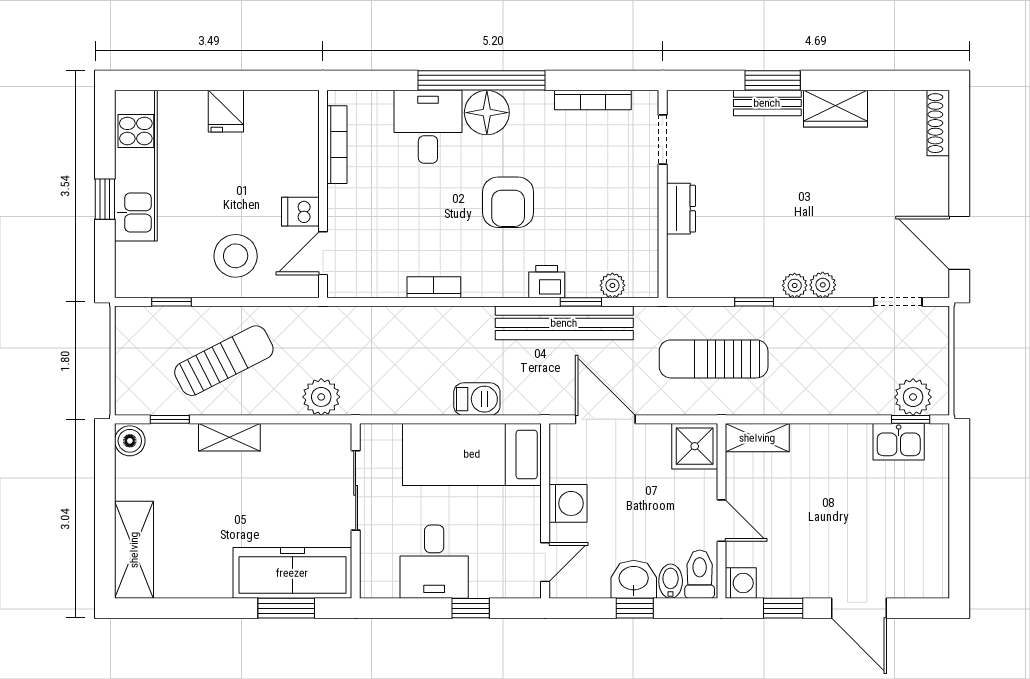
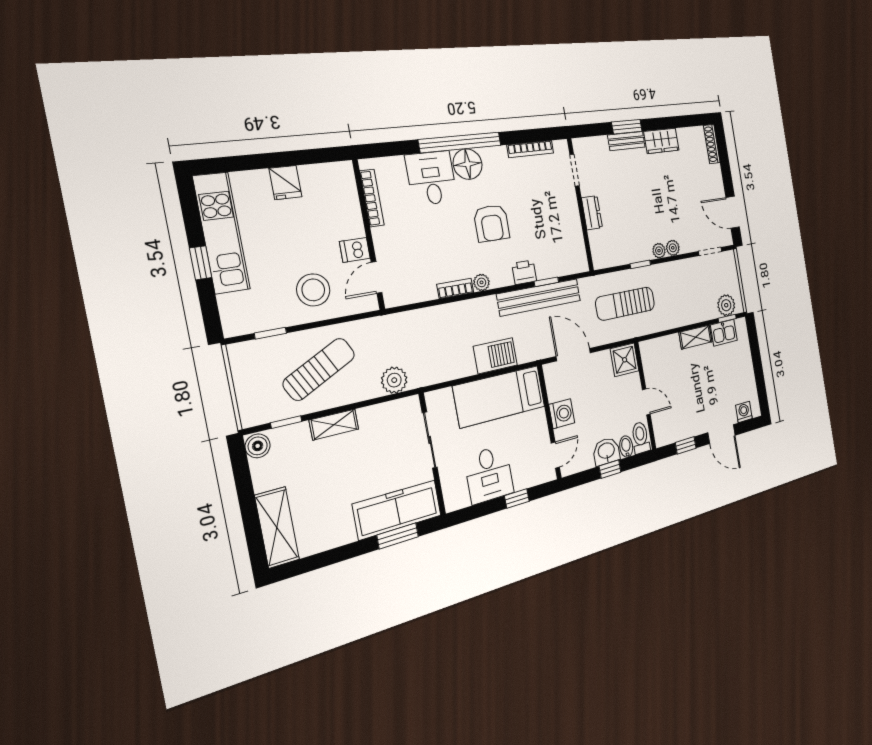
plant: (612, 285) -> (482, 282), moved
barbecue: (477, 399) -> (495, 356), width x1.38, depth x1.27
shelving: (757, 438) -> (696, 337), moved
washing machine: (741, 583) -> (744, 412), moved, turned -90

